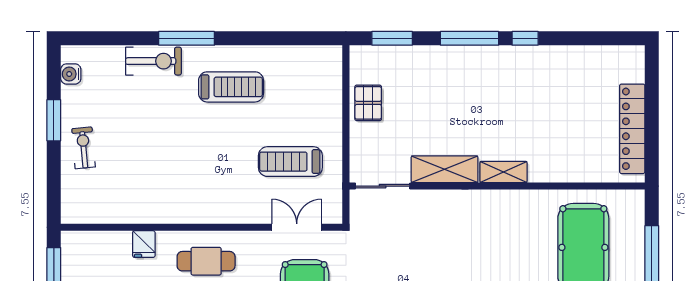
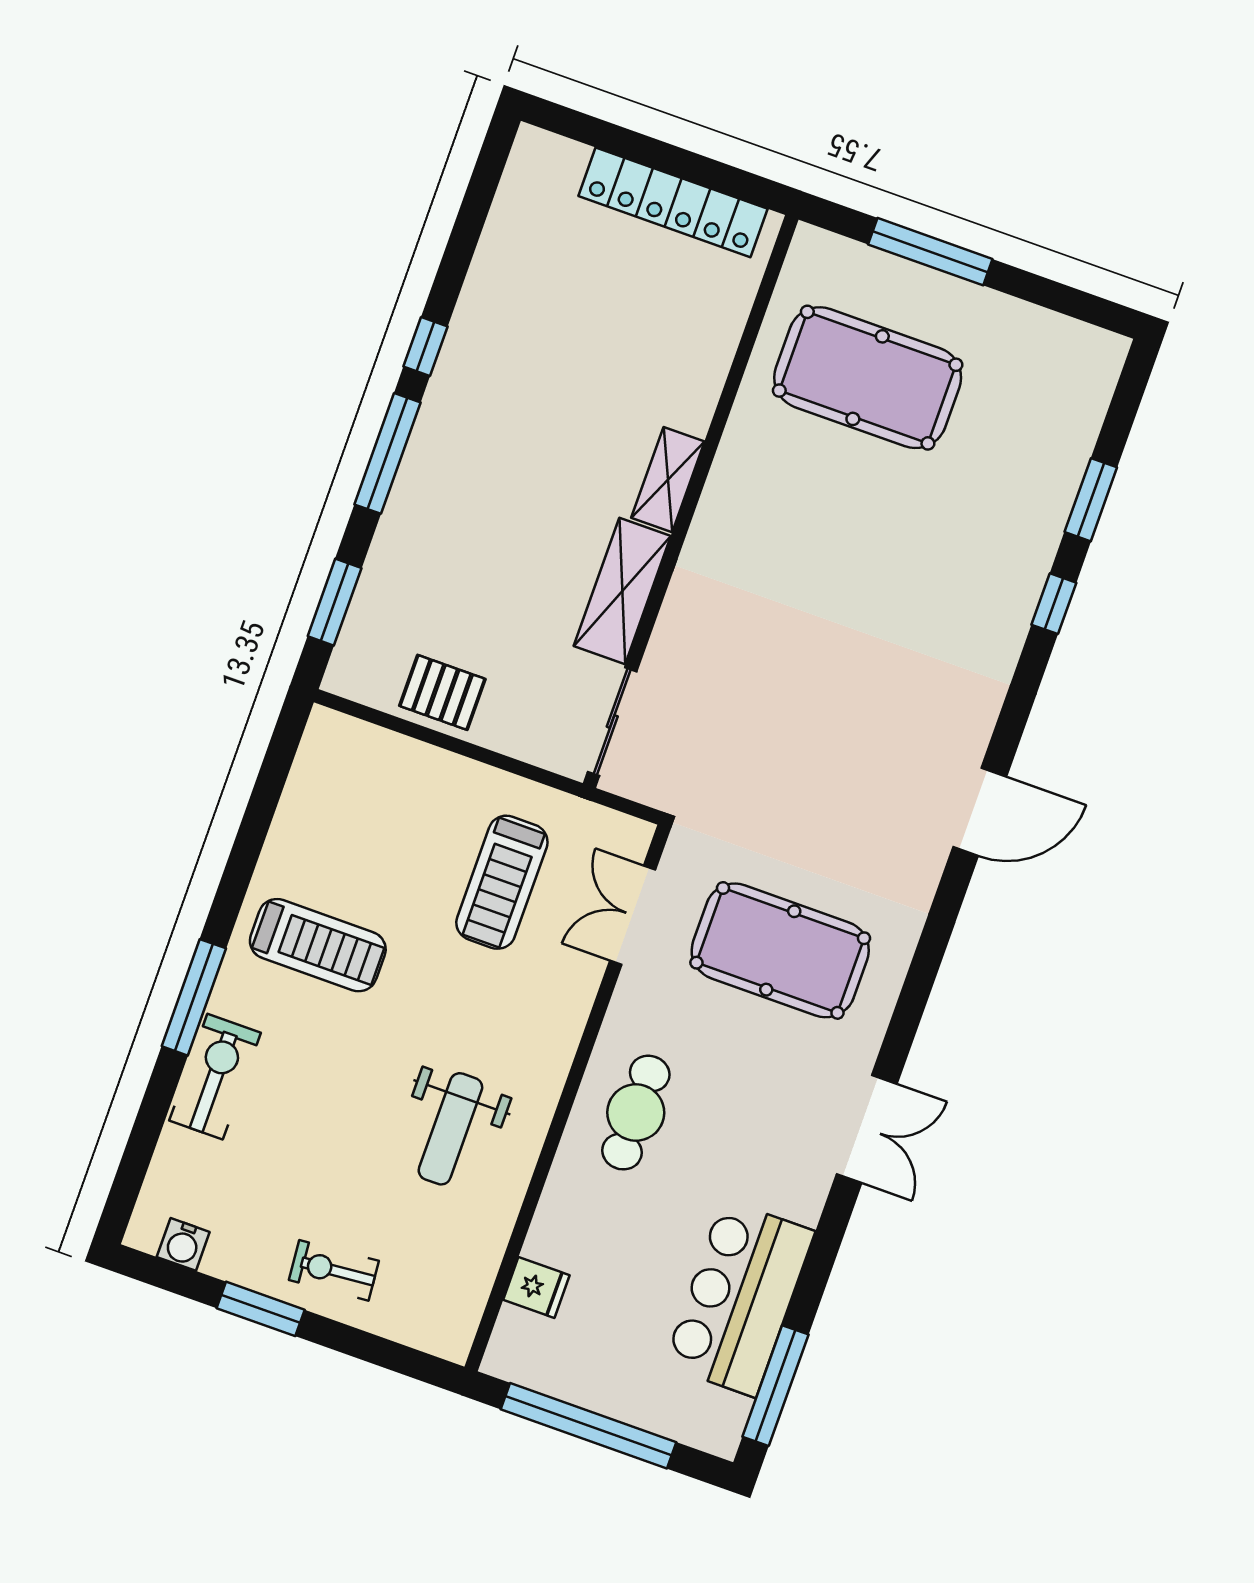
treadmill: (231, 87) -> (318, 945), turned 90
weight bench: (168, 178) -> (450, 1129), added
fridge: (144, 244) -> (536, 1287), moved

